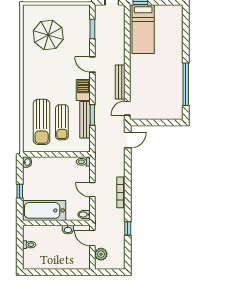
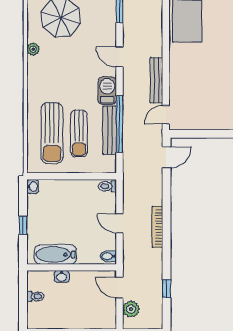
plant: (27, 59) -> (33, 49), added
window: (92, 115) -> (120, 124), width x2.11
bathtub: (44, 210) -> (55, 254), width x0.73, depth x0.73
window: (128, 228) -> (167, 289), moved
washbasin: (68, 230) -> (62, 276), moved

